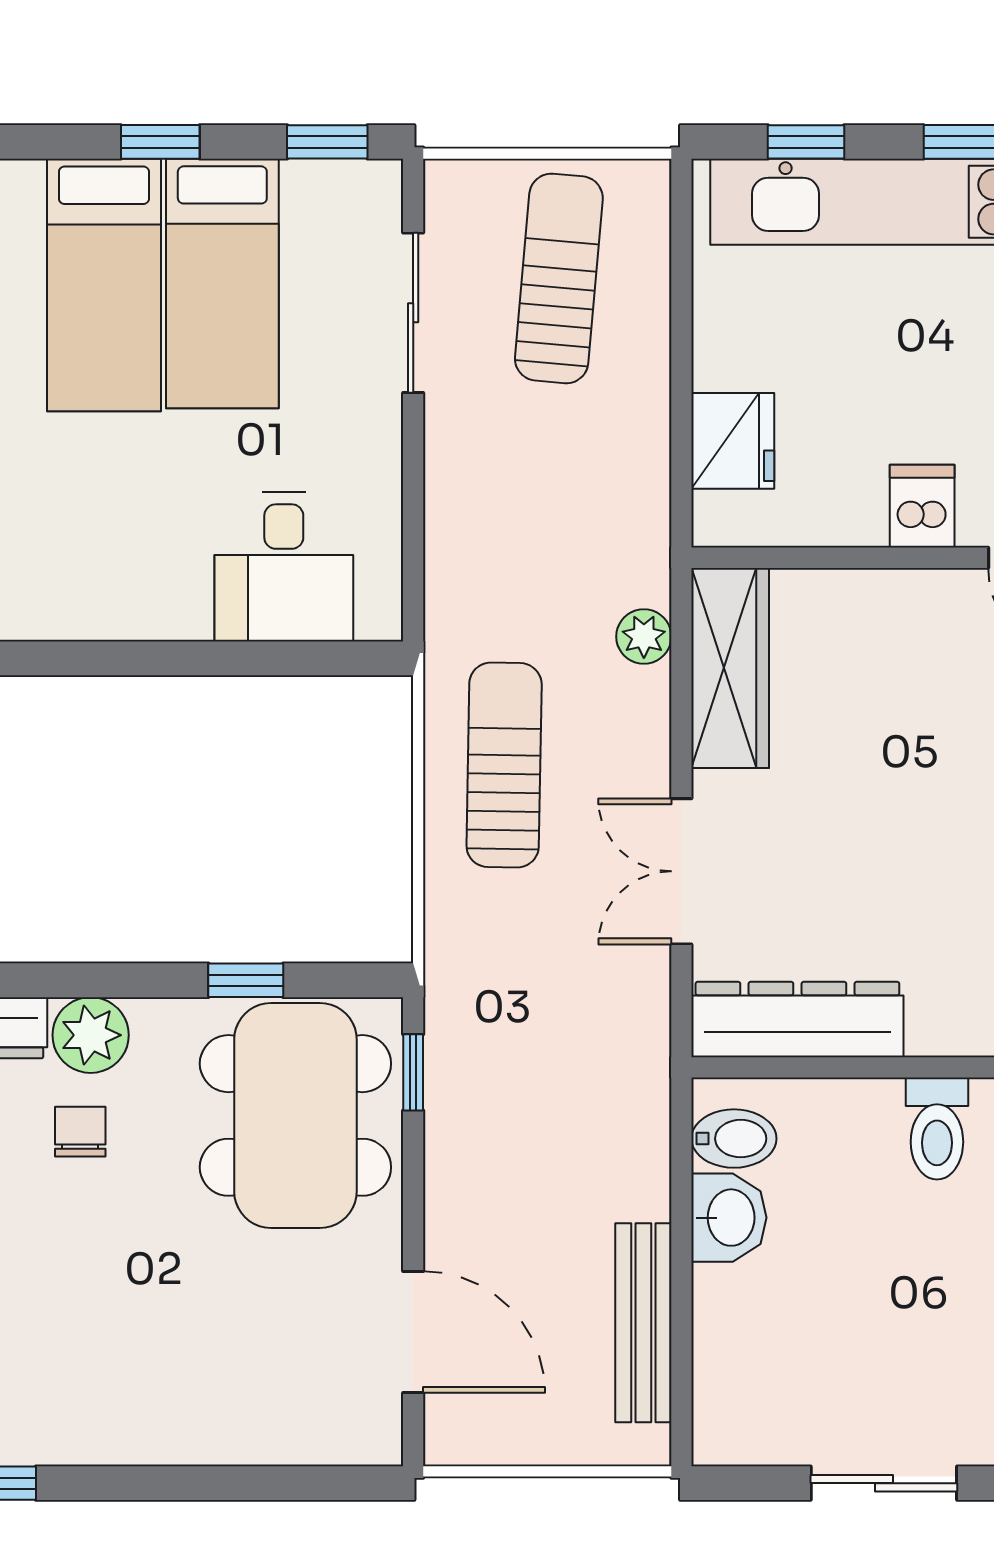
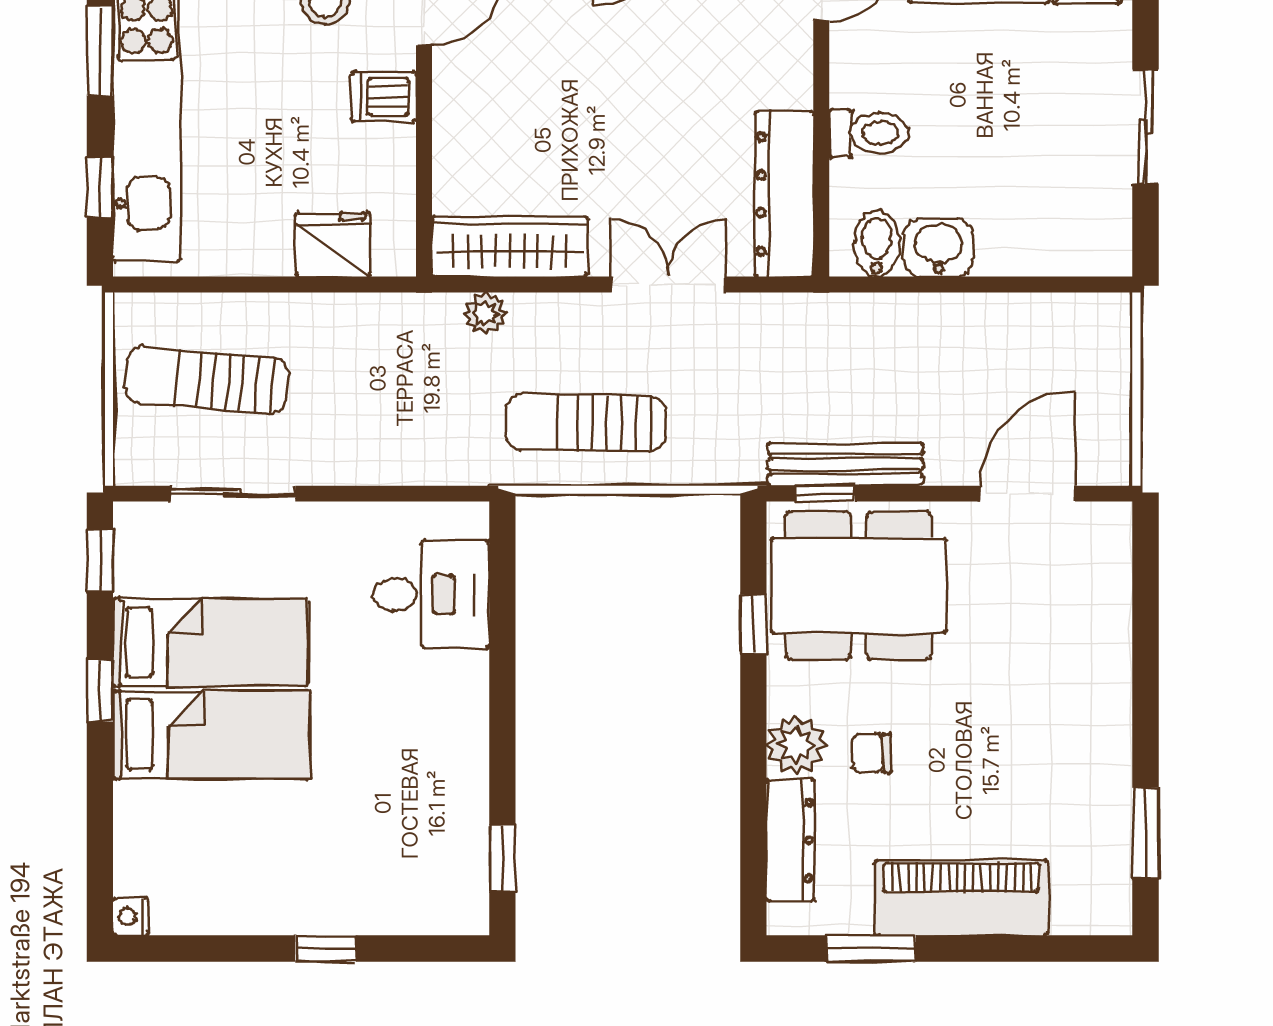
double door: (681, 871) -> (669, 285), swing flipped
toilet: (937, 1129) -> (869, 133), moved
bench: (643, 1323) -> (845, 464), moved

